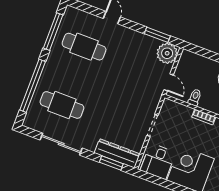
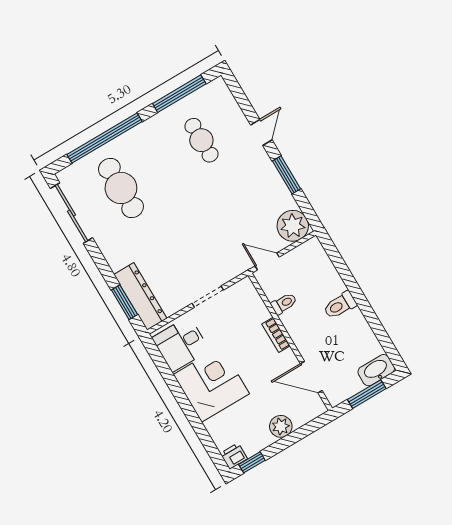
window: (157, 35) -> (286, 175), moved
cafe table: (84, 47) -> (201, 140), width x0.73, depth x0.74
door: (169, 82) -> (267, 261), swing flipped
sliding door: (61, 144) -> (72, 213), moved

